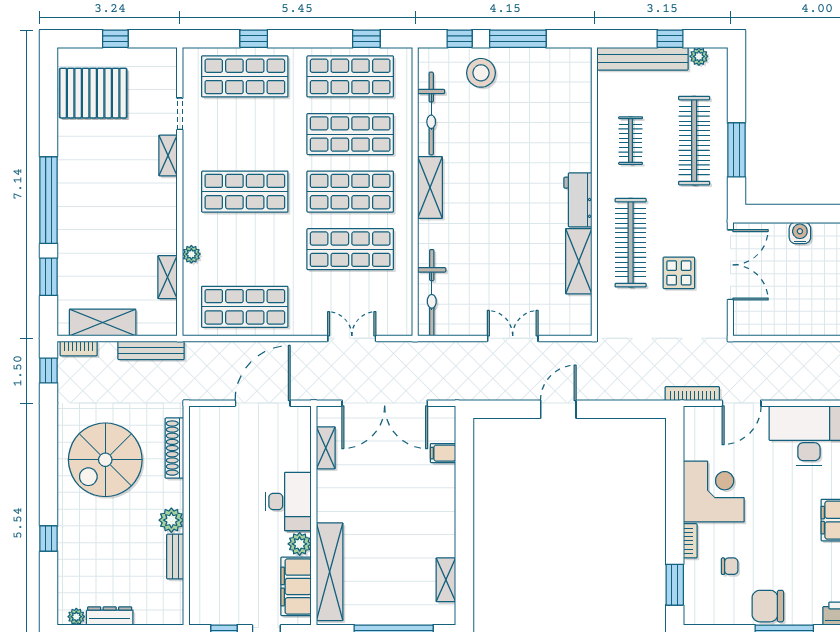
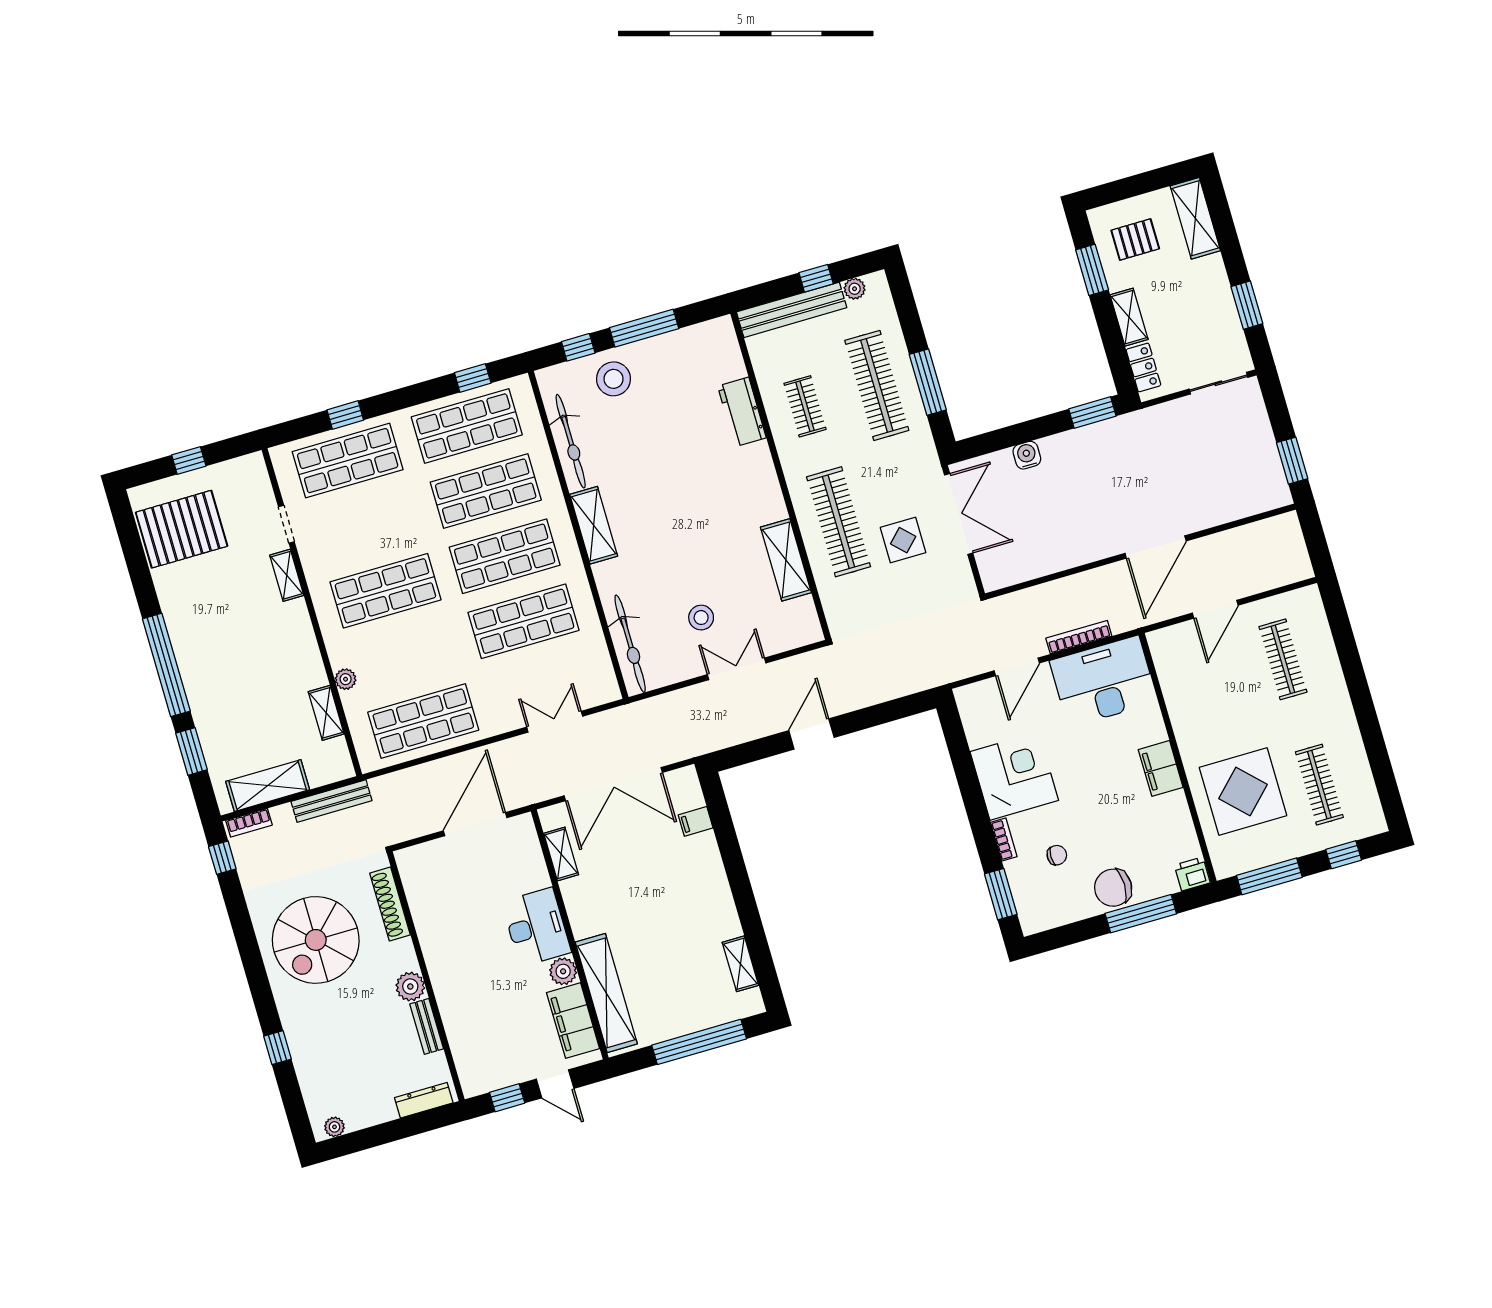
workbench: (578, 200) -> (742, 412), moved
stool: (496, 288) -> (701, 618), added
bookcase: (692, 394) -> (1079, 637), moved
dresser: (110, 616) -> (424, 1100), moved

